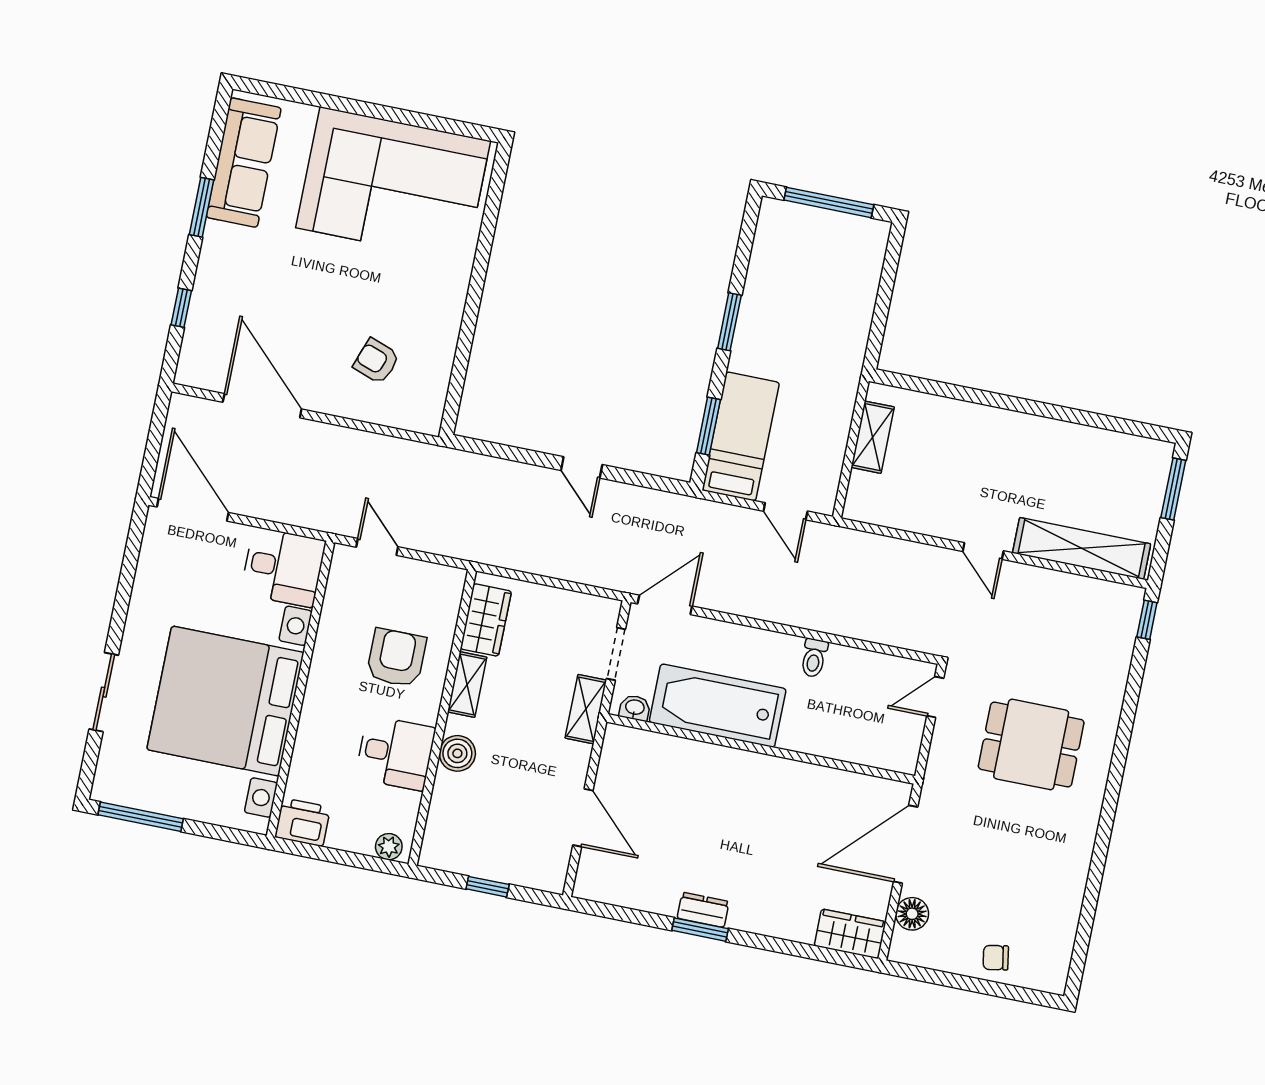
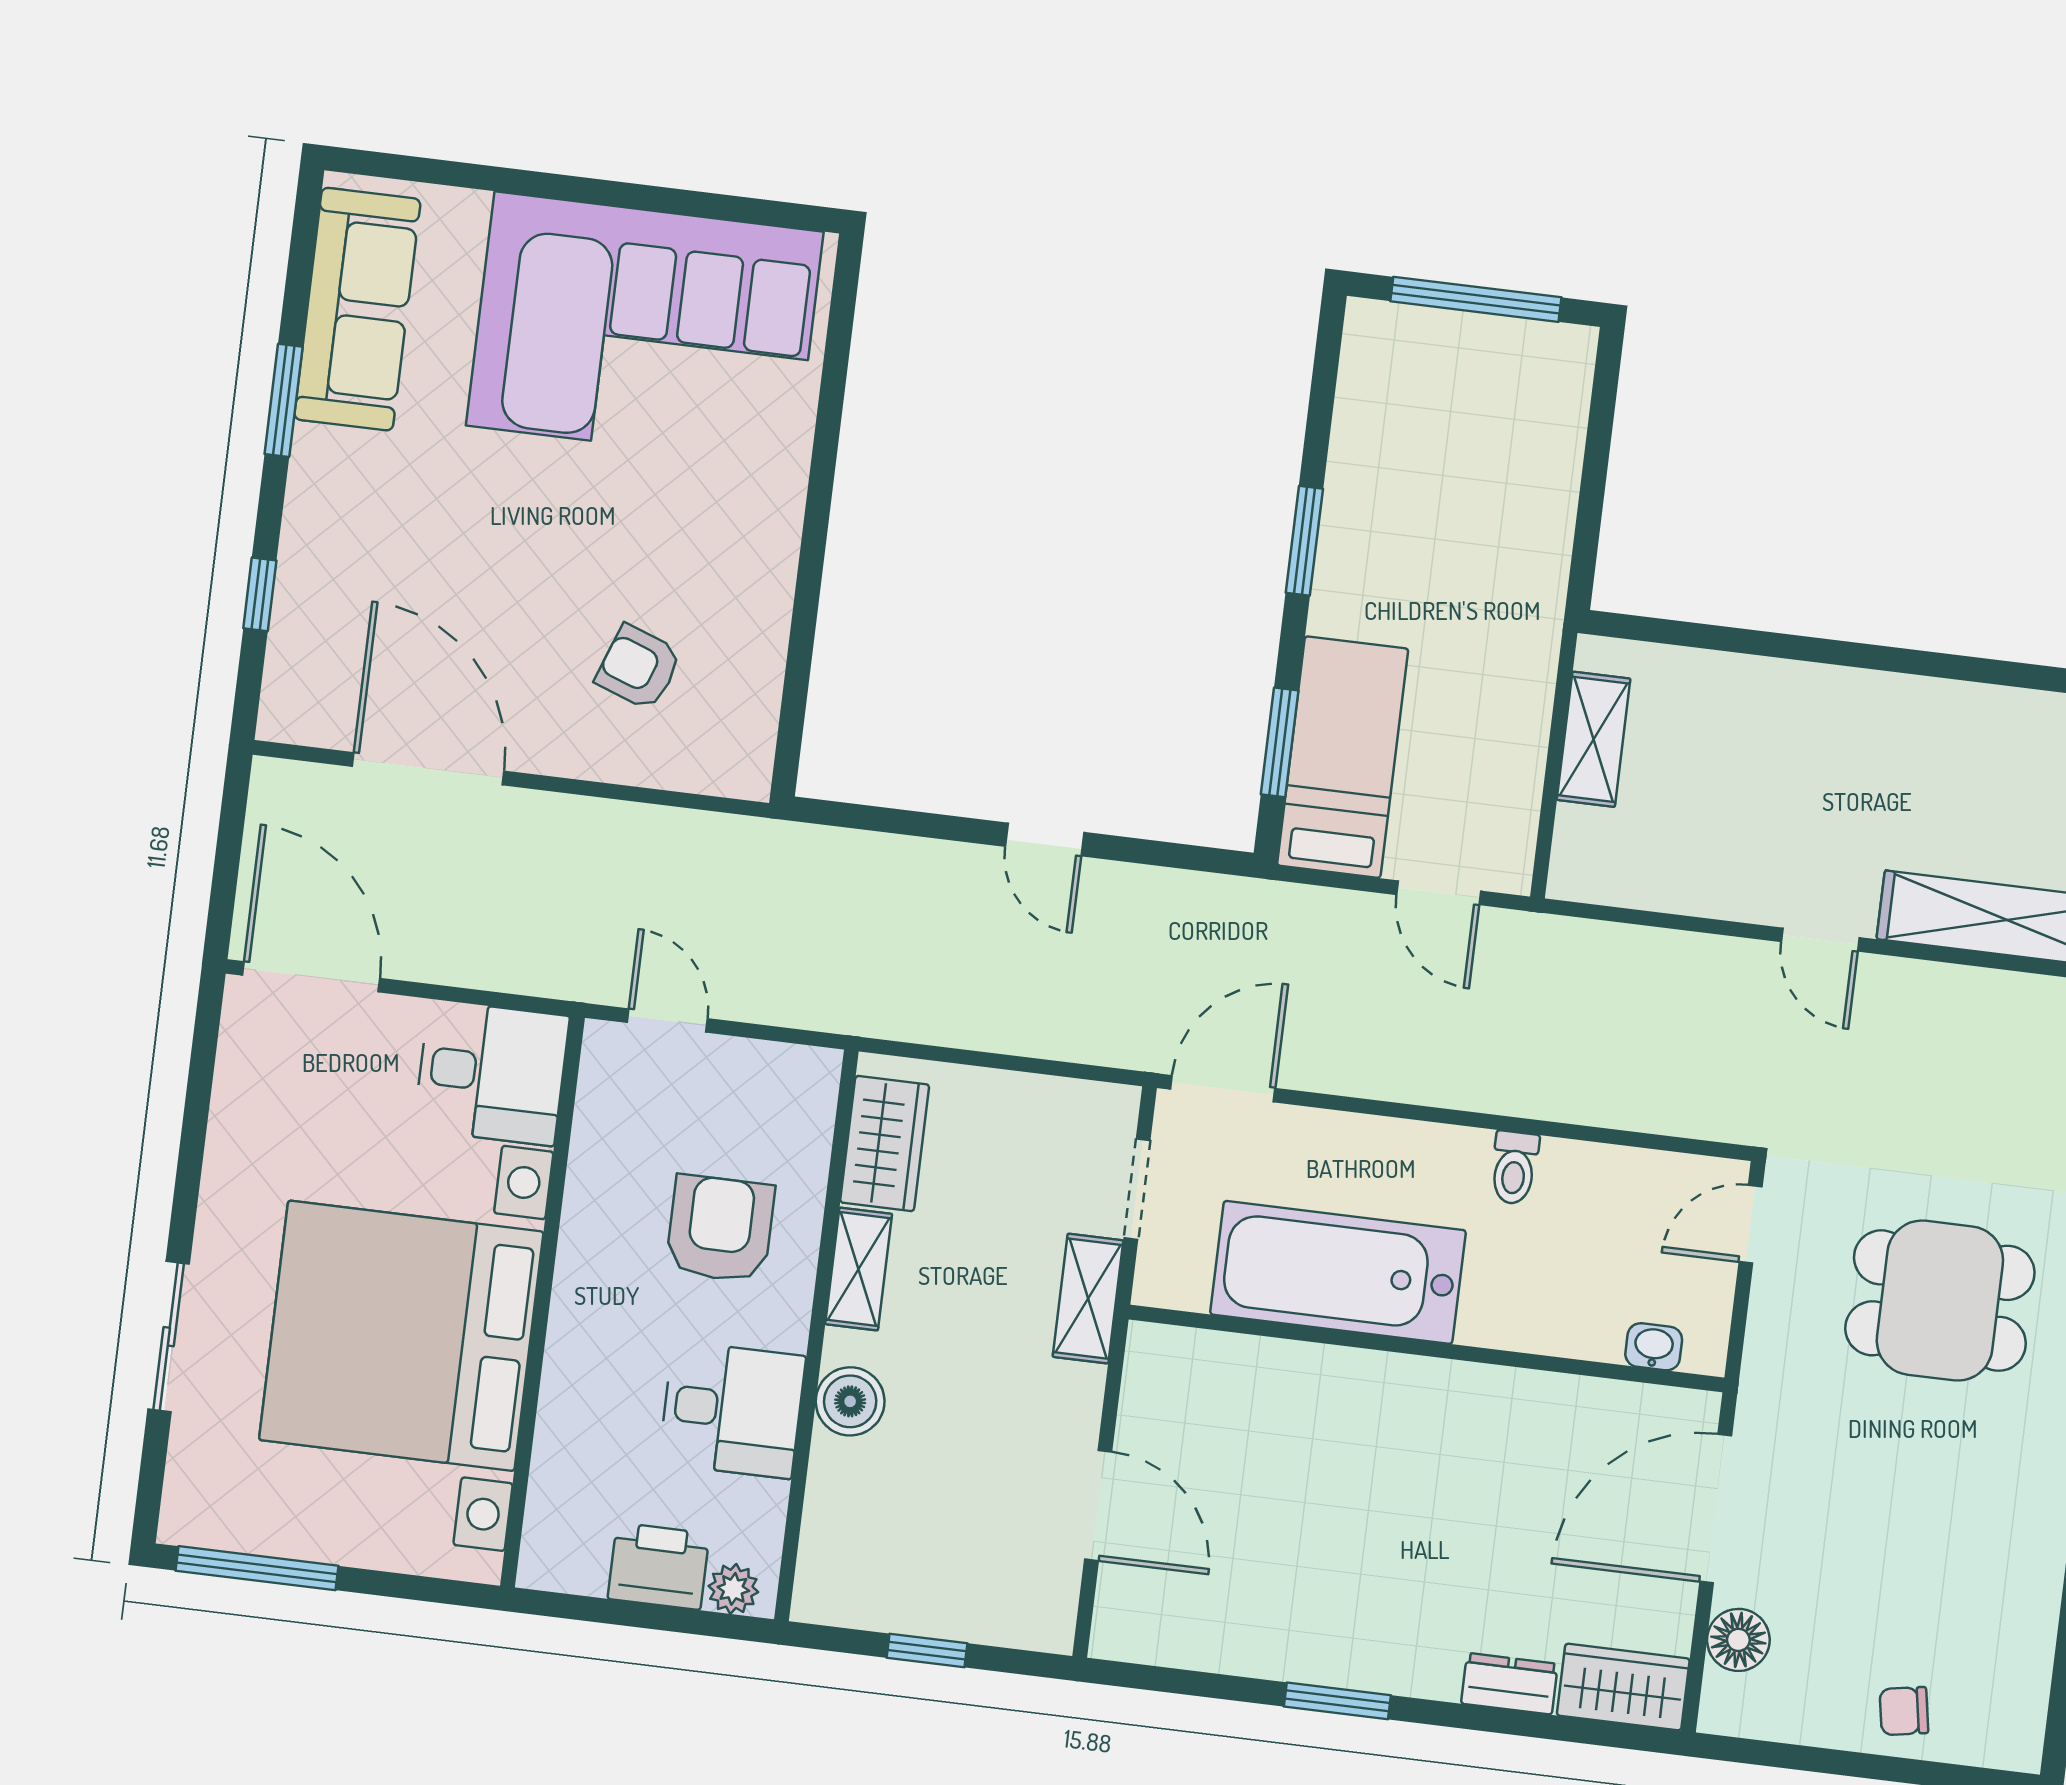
washbasin: (635, 708) -> (1654, 1347), moved
printer: (303, 822) -> (659, 1566), moved
dresser: (703, 910) -> (1509, 1684), moved

